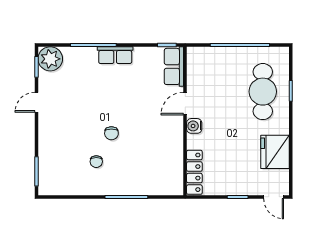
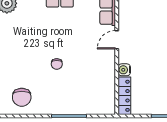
water cooler: (194, 126) -> (124, 70), moved
chair: (96, 162) -> (22, 97), moved, width x1.87, depth x1.87

